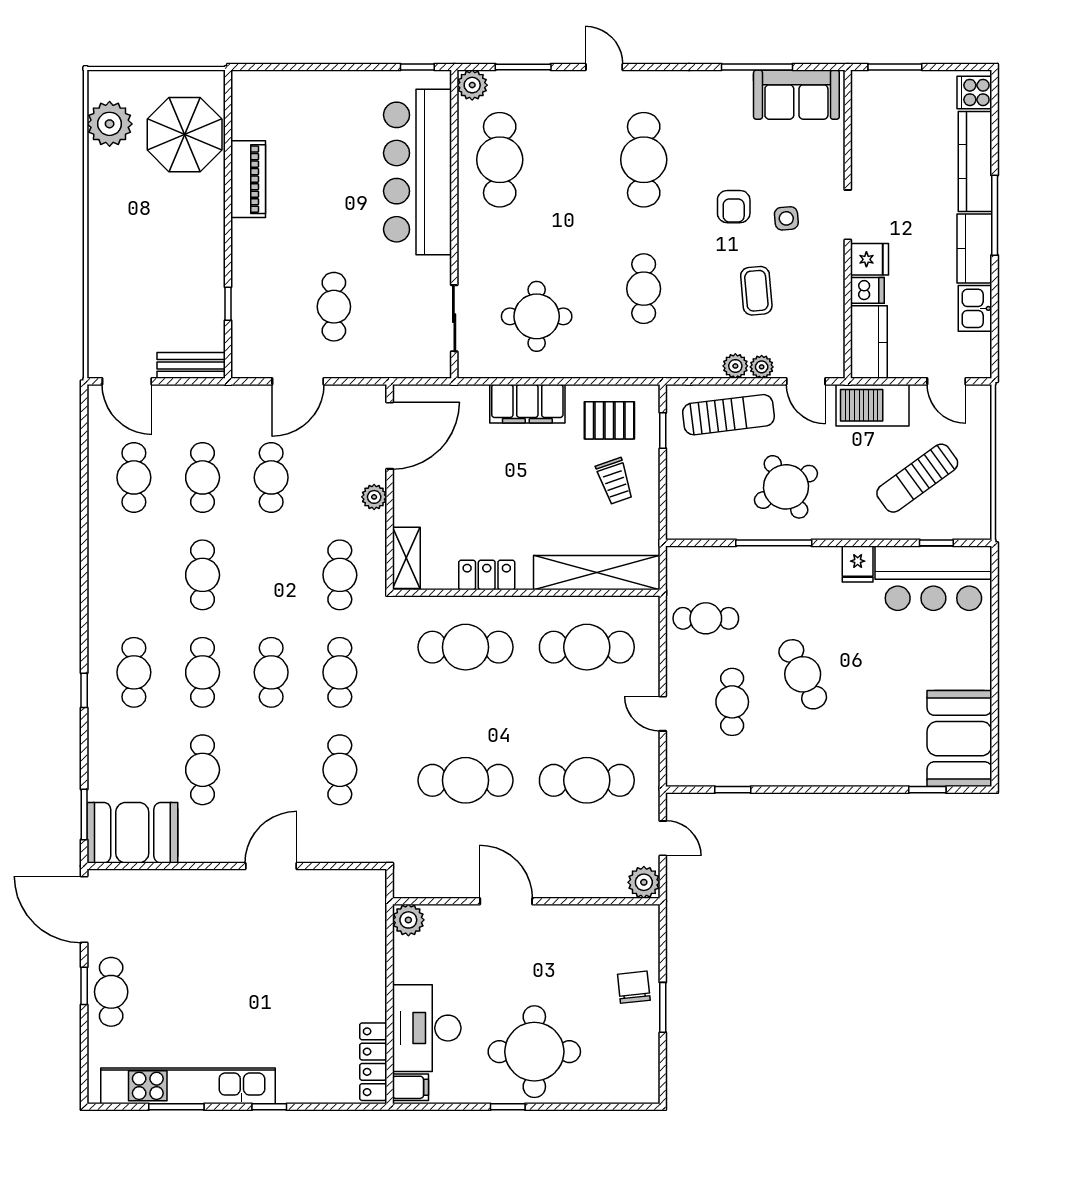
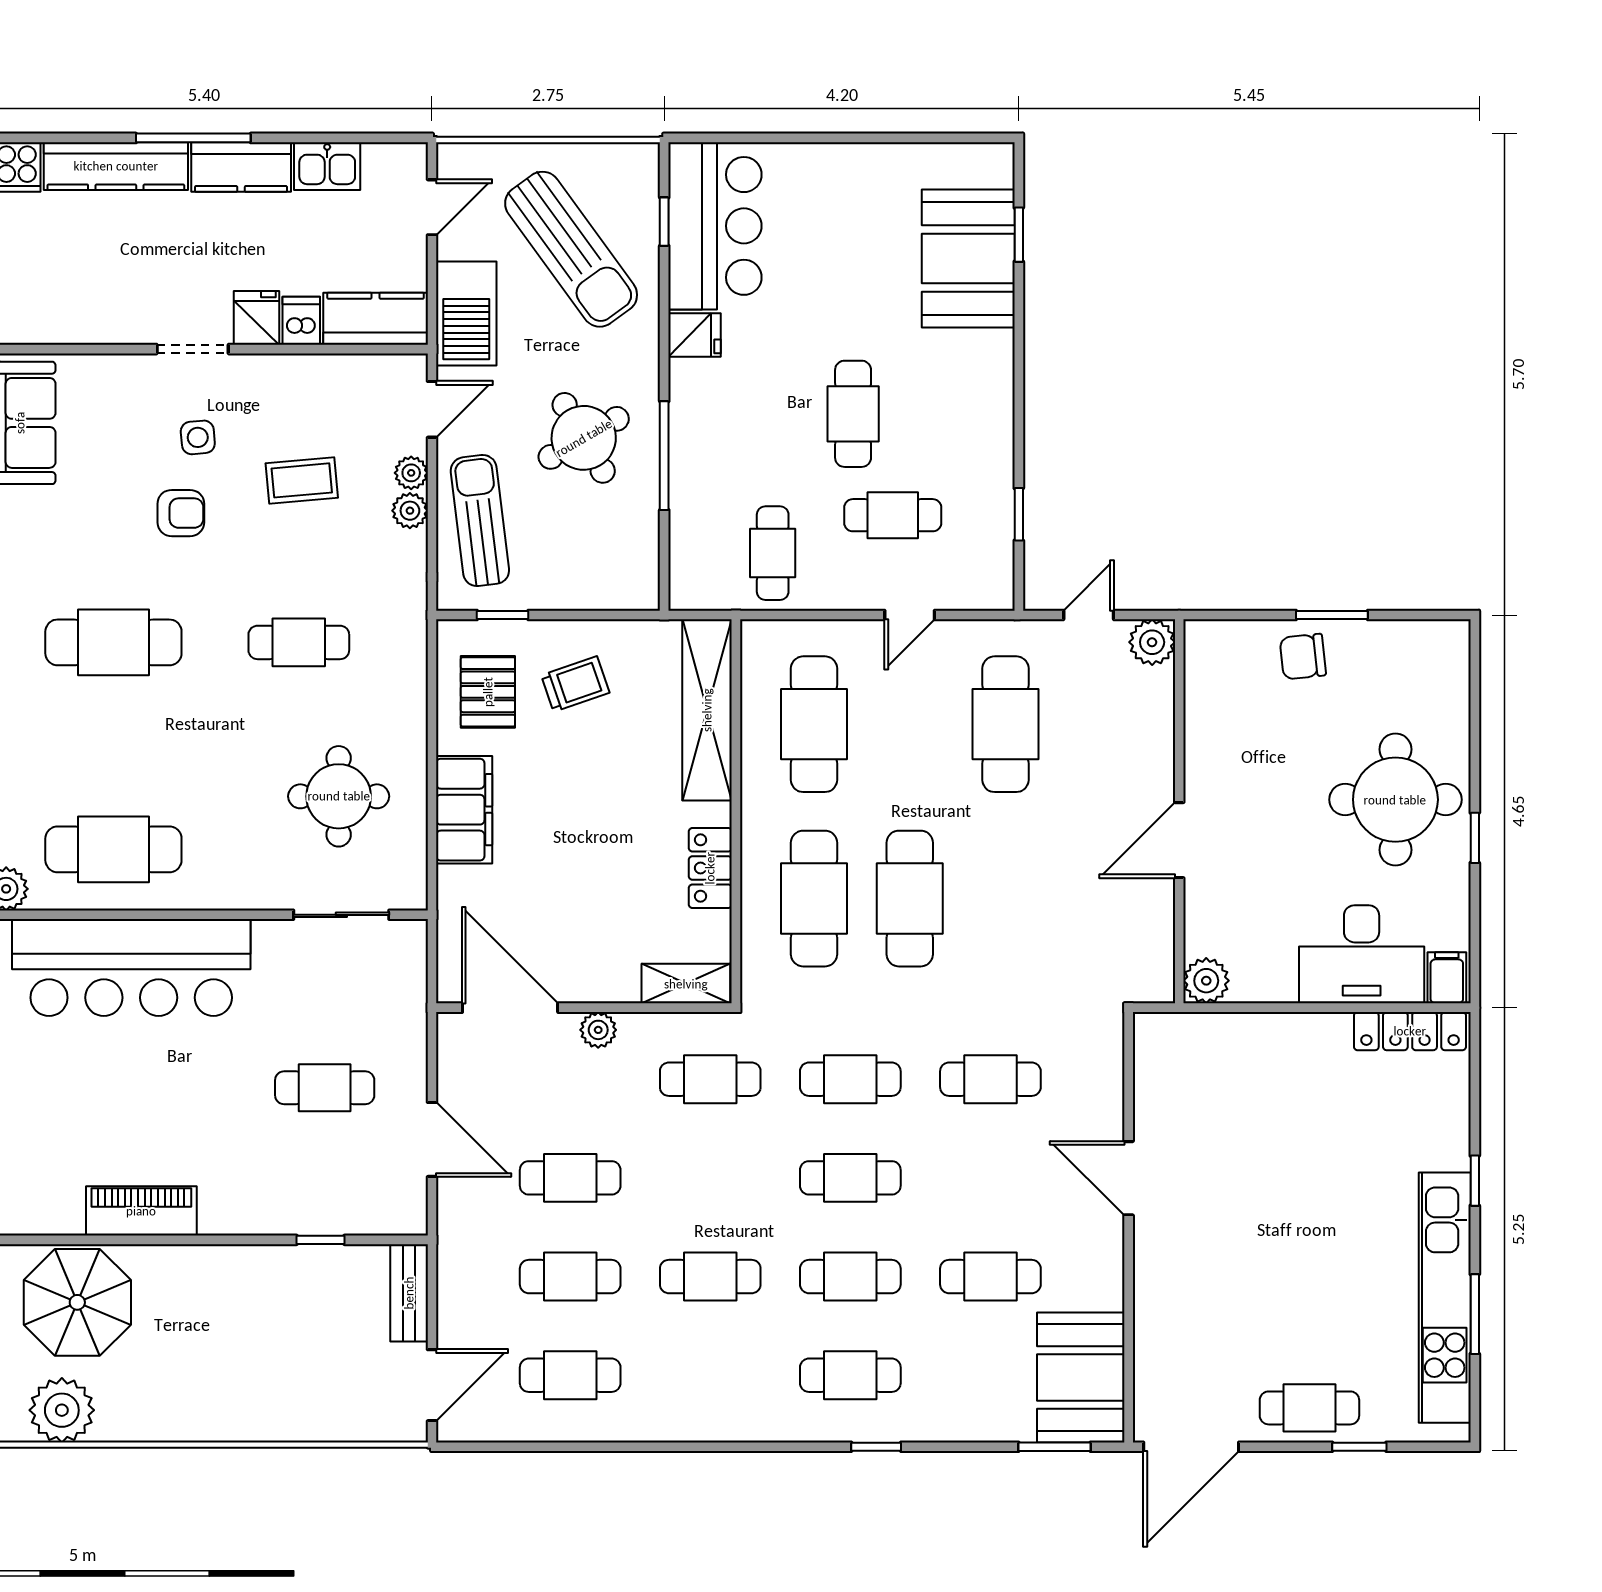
sun lounger: (917, 478) -> (571, 249), width x1.36, depth x1.34
cafe table: (803, 674) -> (853, 414), turned -64
booth: (959, 739) -> (968, 258), moved, turned 90
cafe table: (465, 780) -> (910, 899), moved
window: (84, 986) -> (1359, 1447), moved

